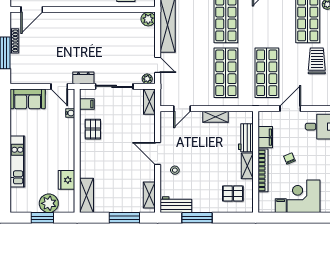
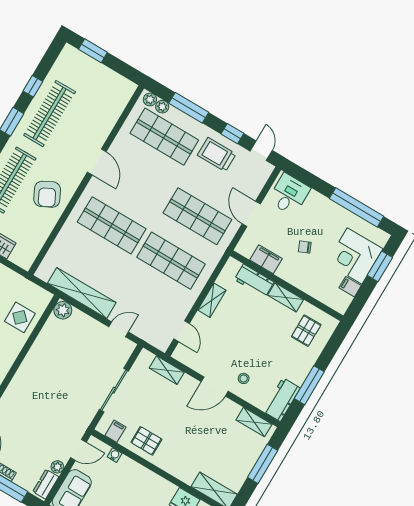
dresser: (83, 78) -> (46, 484), moved
plant: (147, 79) -> (57, 467), moved
shelving: (149, 102) -> (167, 370), moved
bookcase: (263, 170) -> (301, 283), removed
window: (307, 218) -> (380, 266), added

